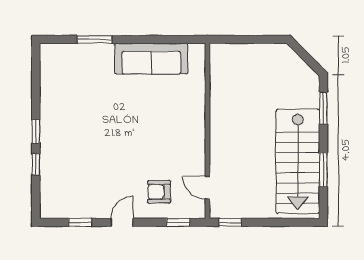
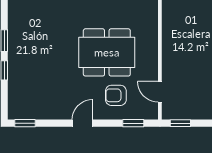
dining table: (149, 144) -> (107, 52), added
window: (80, 222) -> (25, 123), moved

